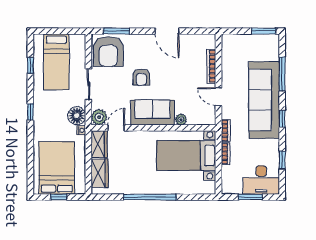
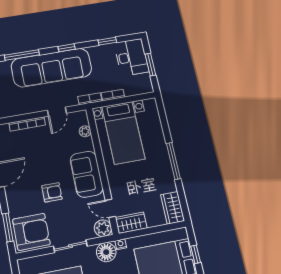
plant: (181, 120) -> (85, 131), moved
wardrobe: (100, 173) -> (173, 208), moved, turned -90
window: (150, 197) -> (173, 161), width x0.68

